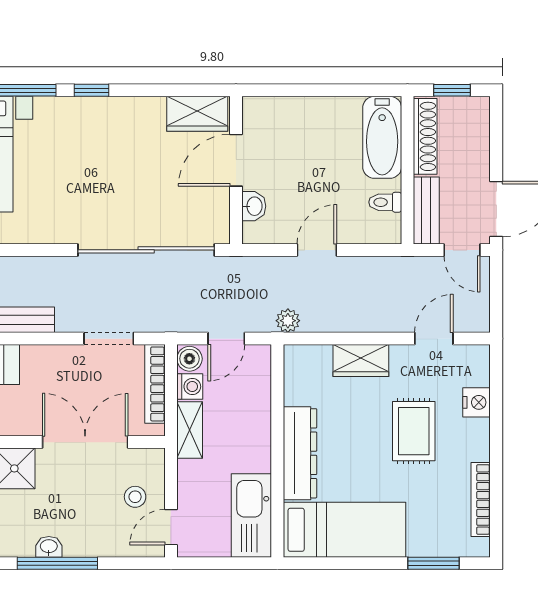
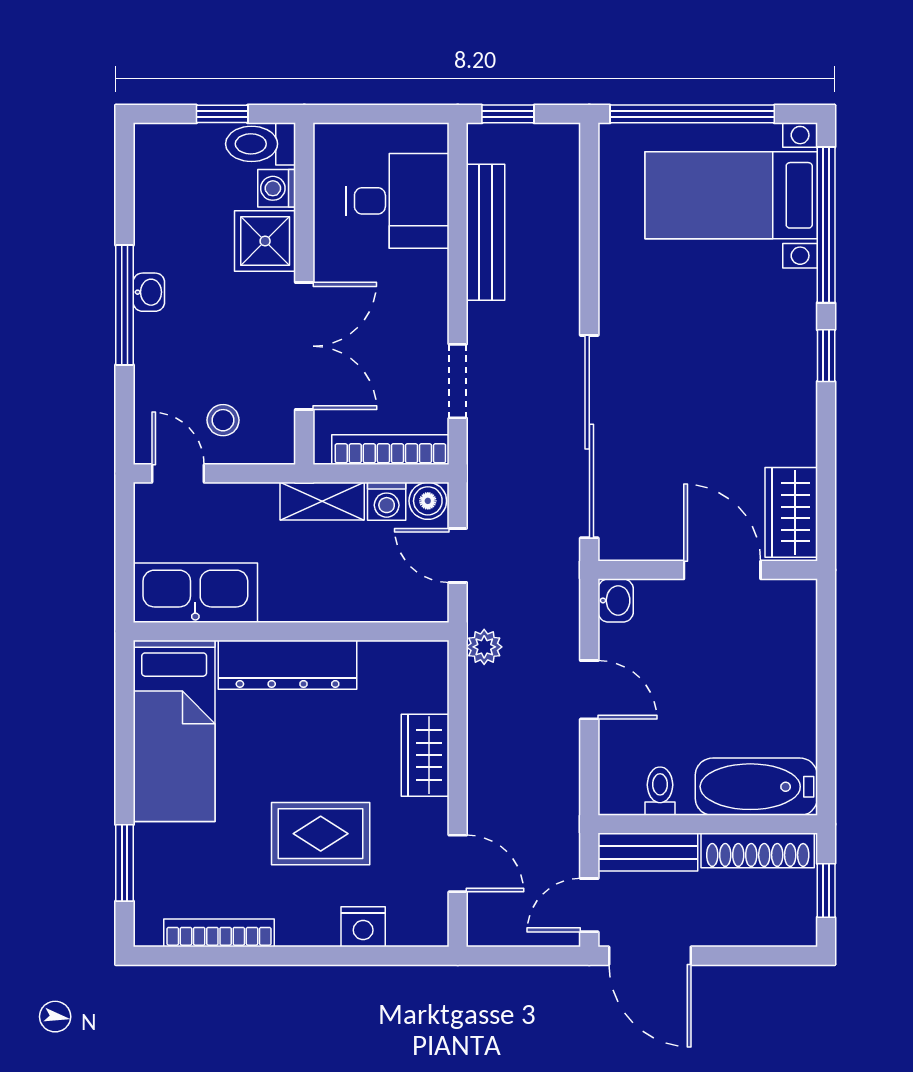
washbasin: (254, 206) -> (616, 600), moved, turned -90

